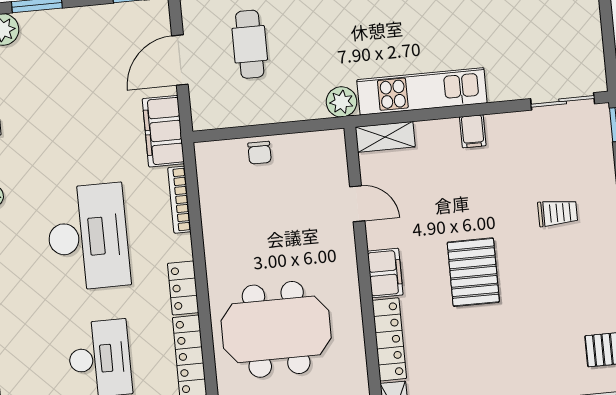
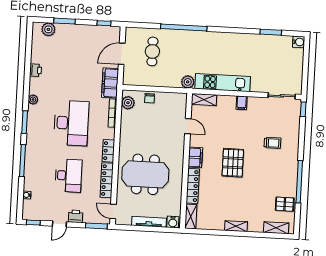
plant: (211, 171) -> (128, 103), added

